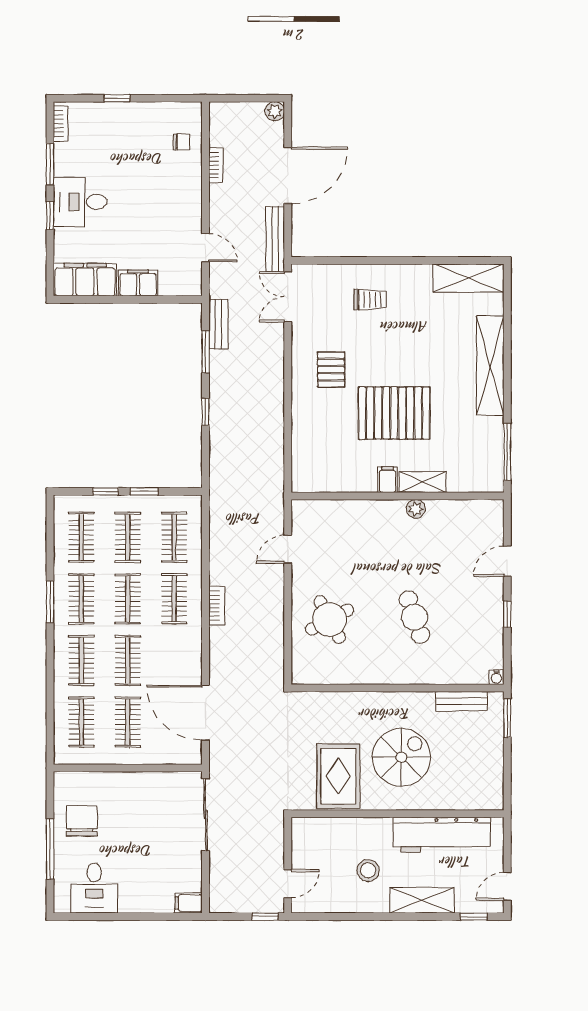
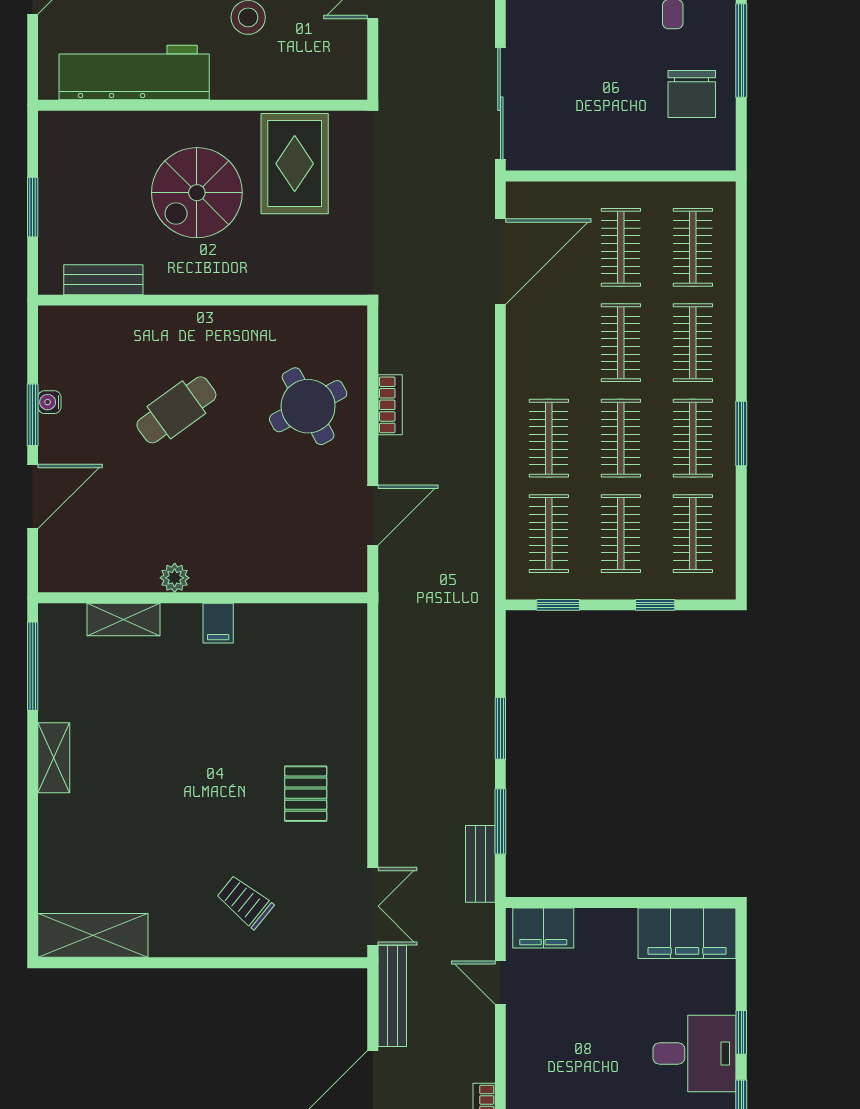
filing cabinet: (138, 283) -> (543, 928), moved
trolley: (370, 300) -> (245, 902), turned 39
shelving: (490, 366) -> (54, 758), width x0.45, depth x0.75
window: (205, 412) -> (500, 728), width x1.50
pallet: (394, 413) -> (208, 726), removed
shelving: (423, 482) -> (123, 619), moved
window: (144, 491) -> (558, 605), moved
door: (288, 549) -> (373, 515), width x1.38
door: (507, 561) -> (33, 497), width x1.38
bookcase: (217, 606) -> (390, 405), moved, turned 180
window: (507, 614) -> (33, 415), width x1.50
cafe table: (414, 617) -> (176, 410), turned 73
water cooler: (496, 677) -> (49, 402), moved, turned -90
door: (205, 713) -> (500, 262), hinge flipped
window: (507, 718) -> (33, 207), moved

